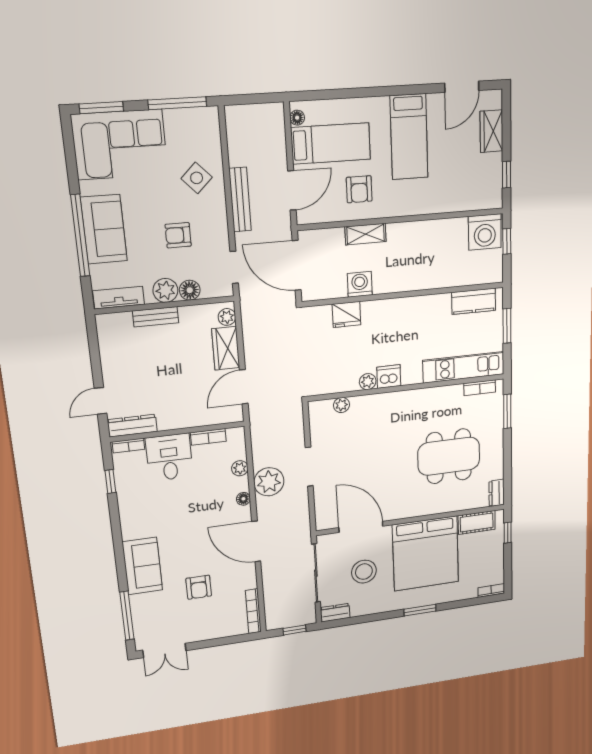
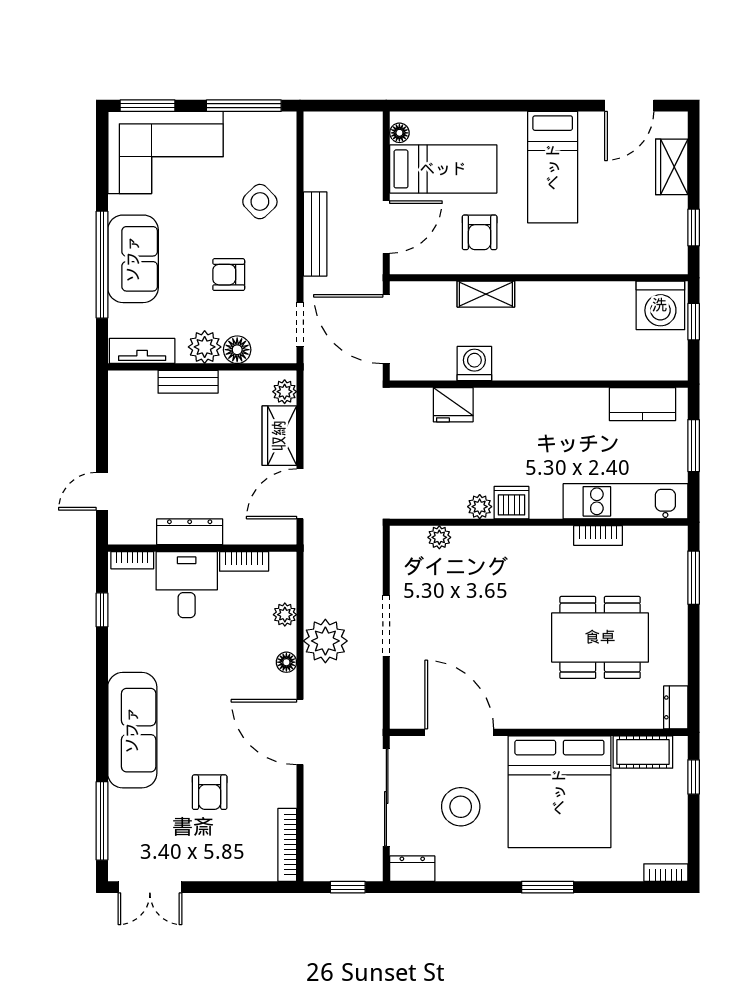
bookcase: (480, 388) -> (598, 535), moved
dresser: (132, 426) -> (190, 532), moved
sofa: (142, 566) -> (132, 730), width x1.36

